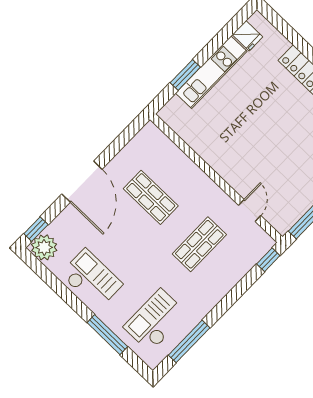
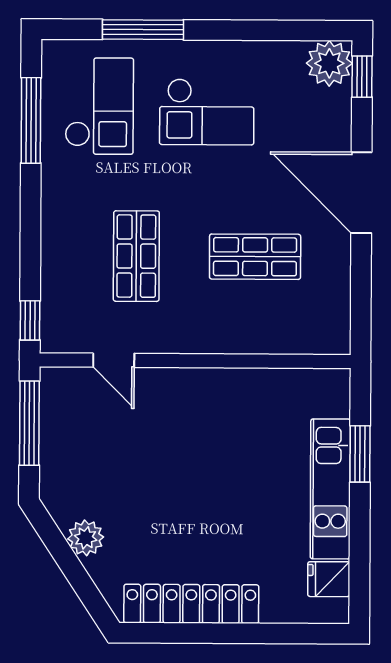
checkout: (91, 279) -> (207, 112), moved

